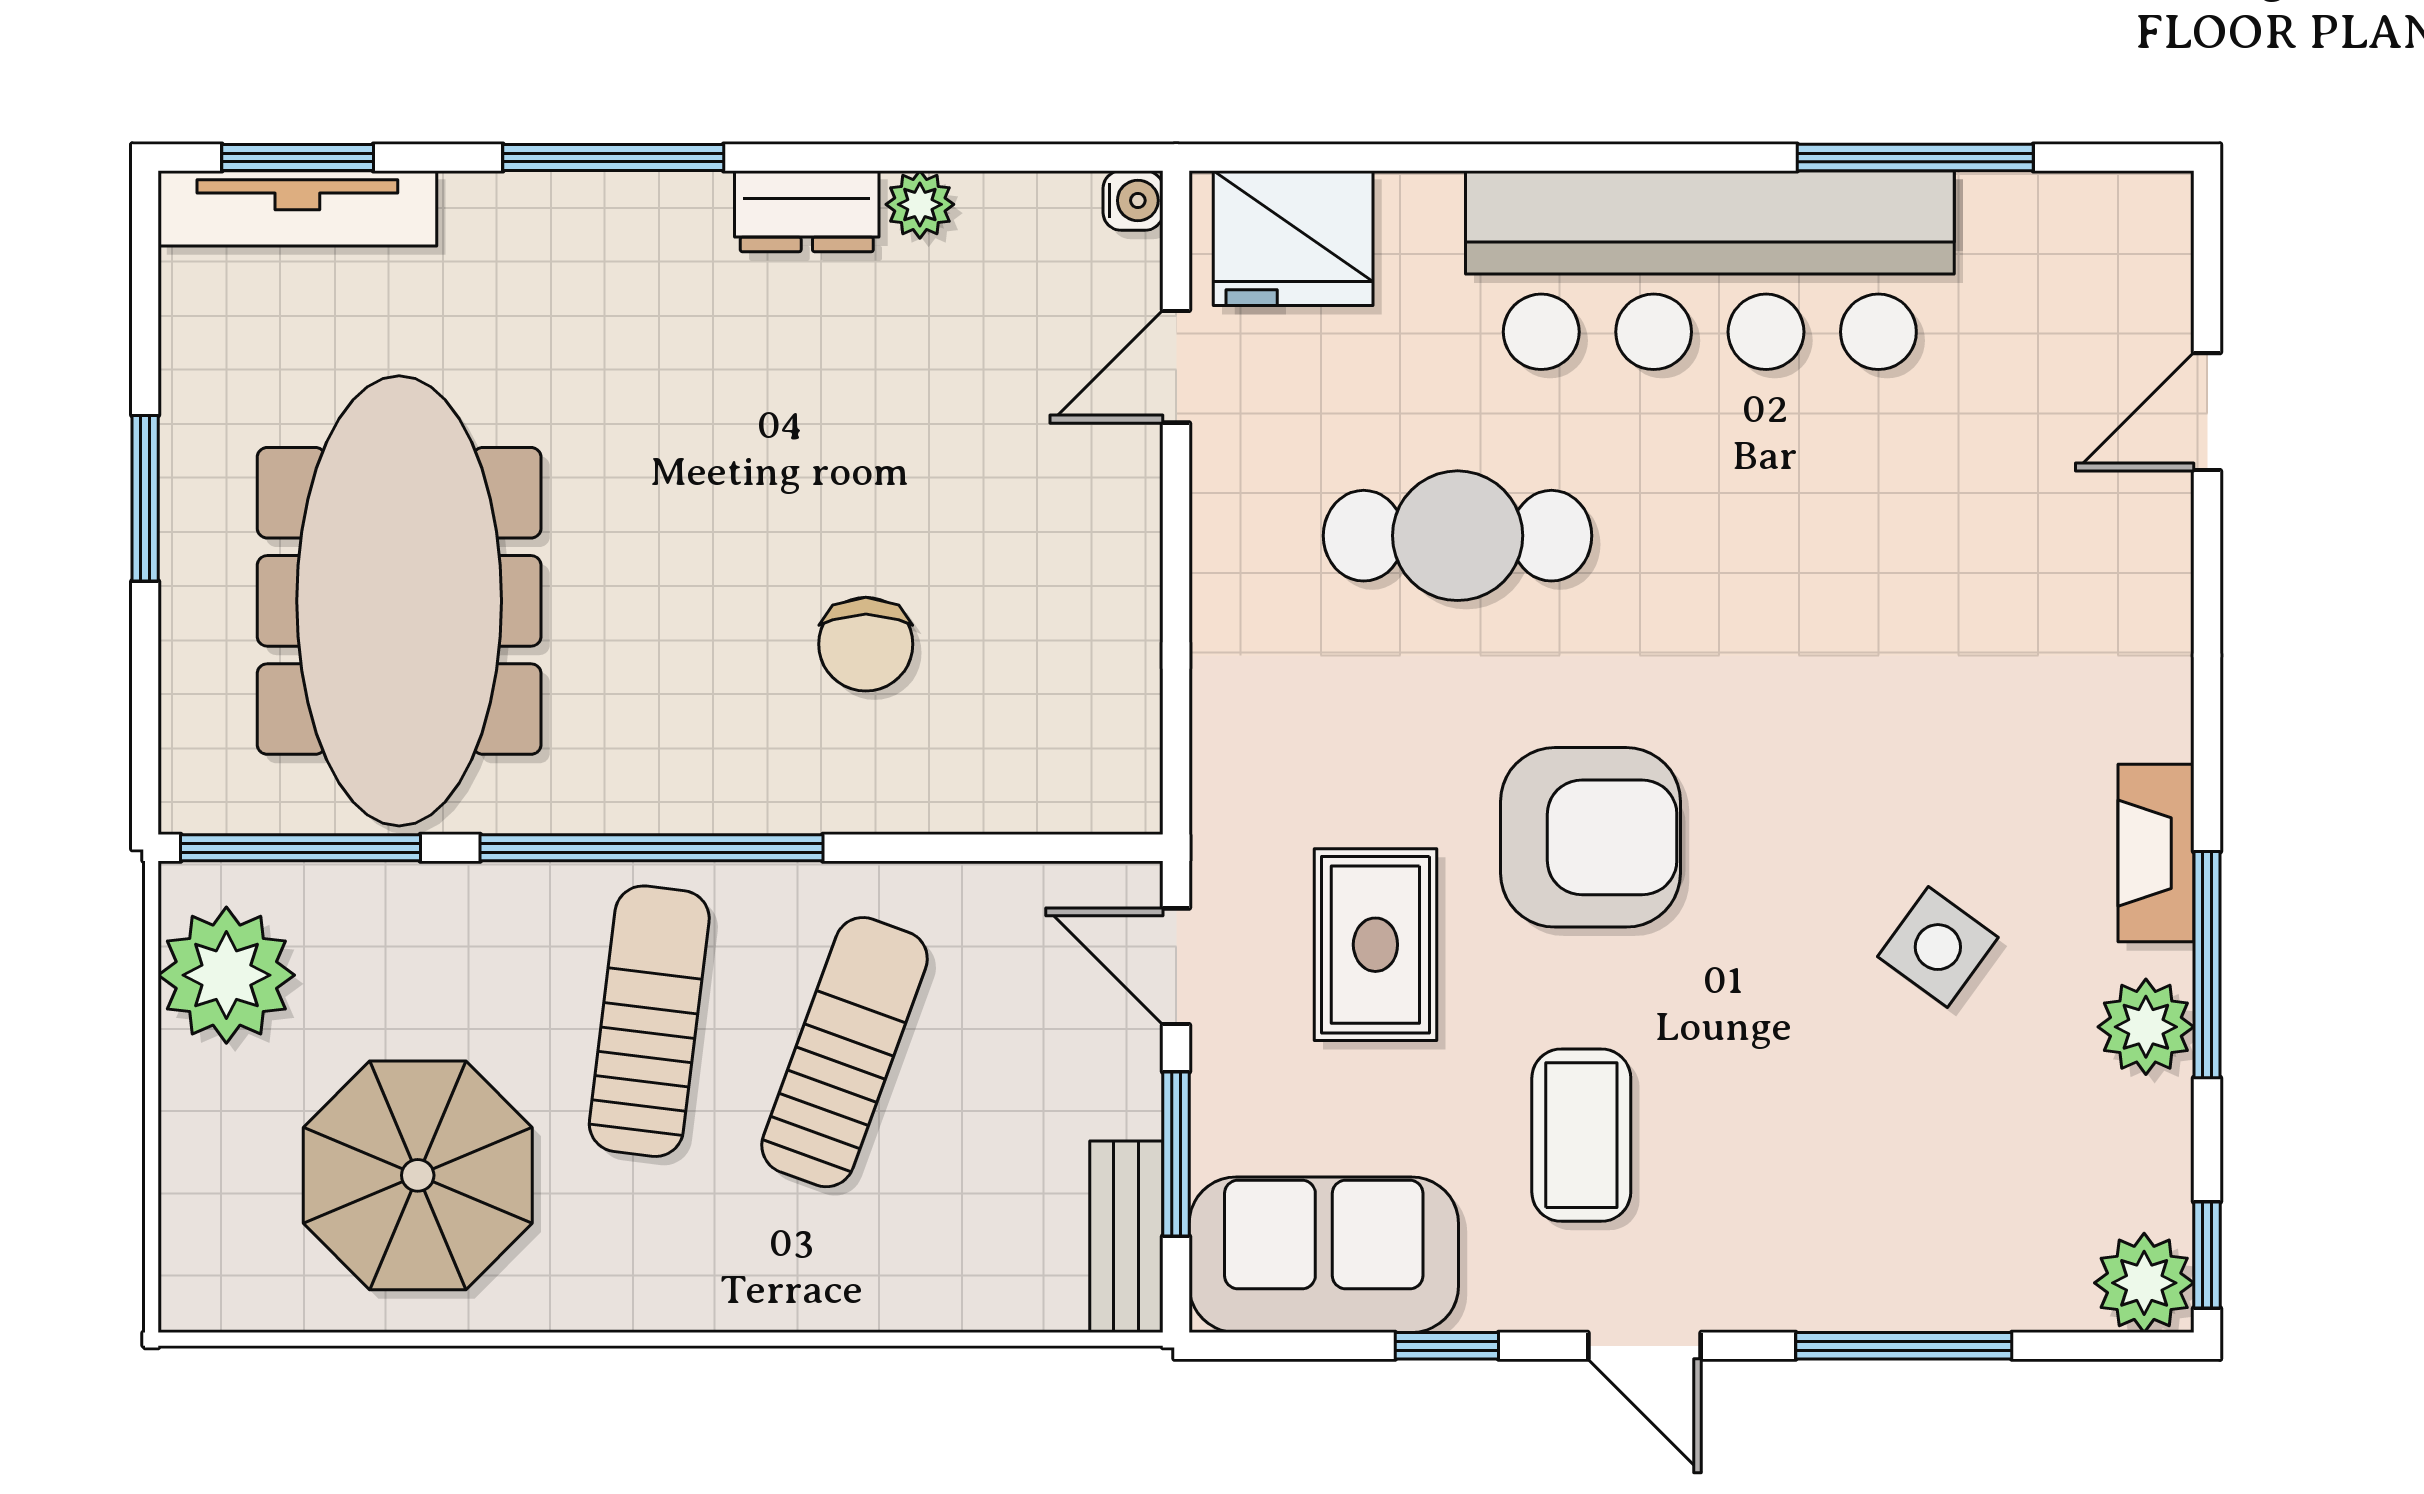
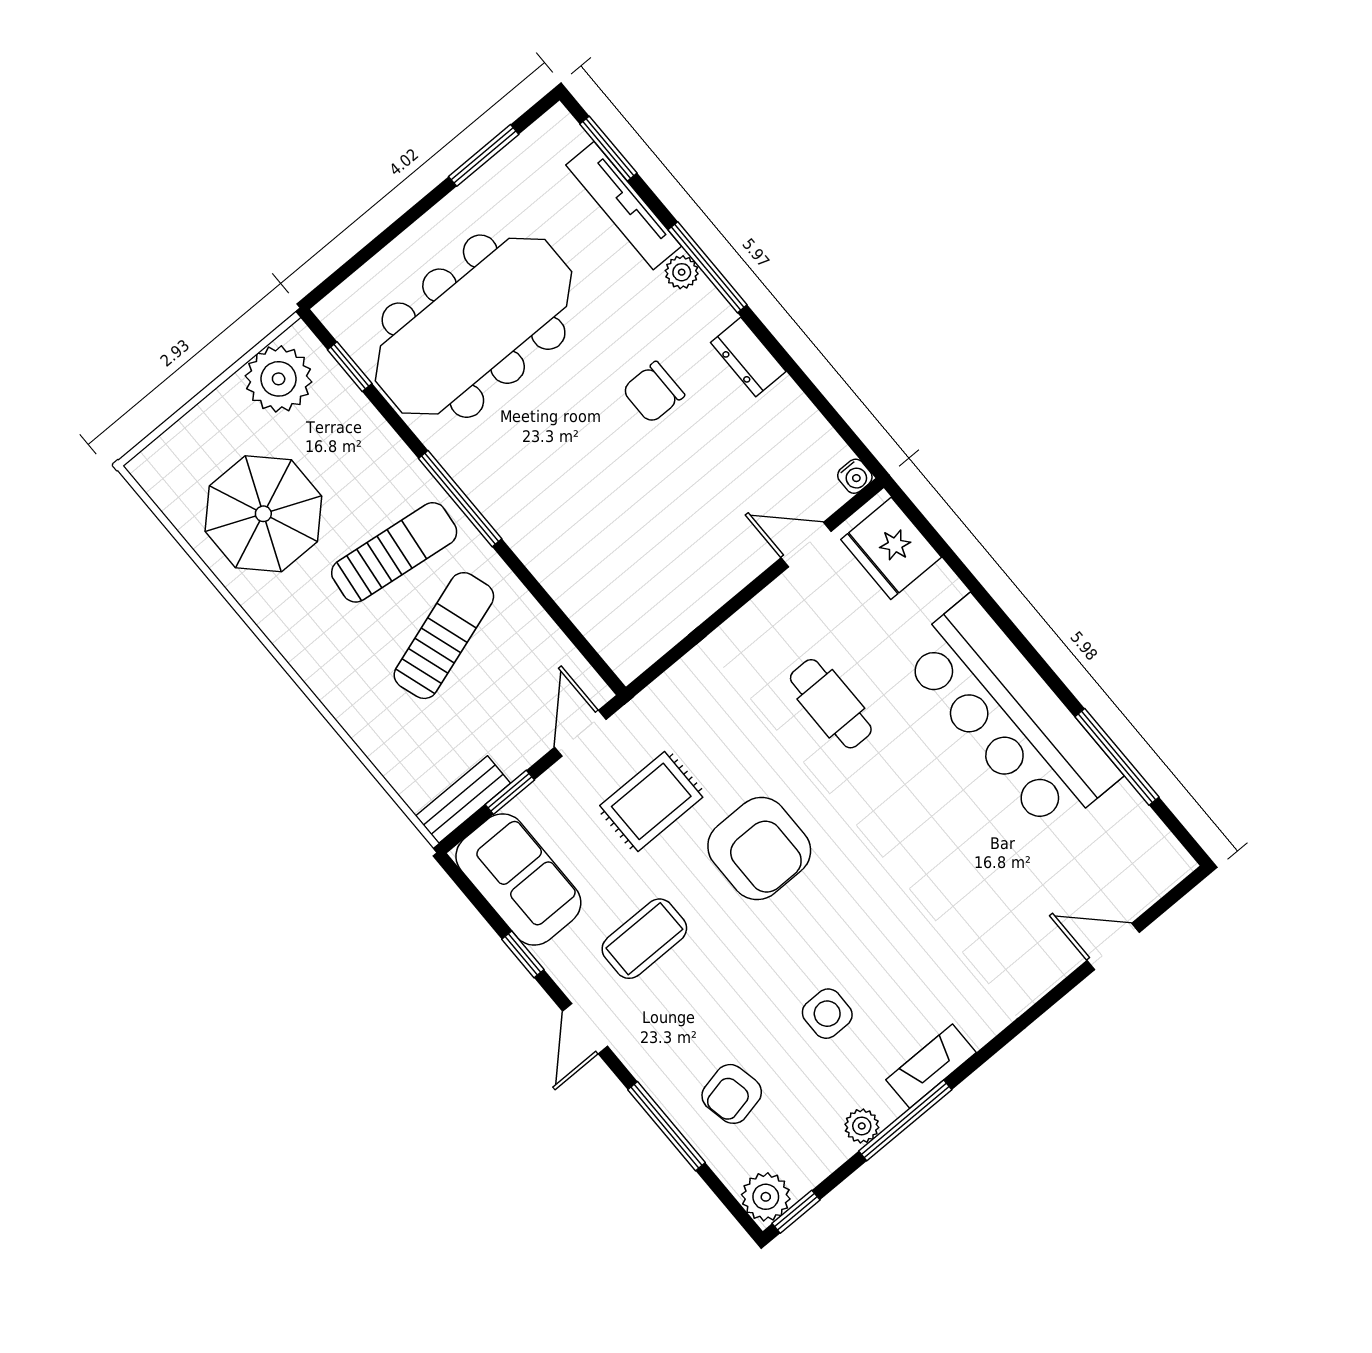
plant: (920, 204) -> (682, 272), moved
tv unit: (297, 208) -> (624, 206), moved
window: (145, 498) -> (484, 155), moved
cafe table: (1458, 536) -> (831, 704), width x0.73, depth x0.74
chair: (866, 644) -> (653, 392), moved
window: (300, 848) -> (350, 367), width x0.46
window: (651, 848) -> (460, 499), width x0.68
side table: (1938, 947) -> (827, 1014), turned -36
plant: (2146, 1027) -> (862, 1126), width x0.73, depth x0.73
sun lounger: (845, 1052) -> (444, 636), turned -38
window: (1176, 1154) -> (510, 792), width x0.67
armchair: (1939, 1202) -> (732, 1094), added

